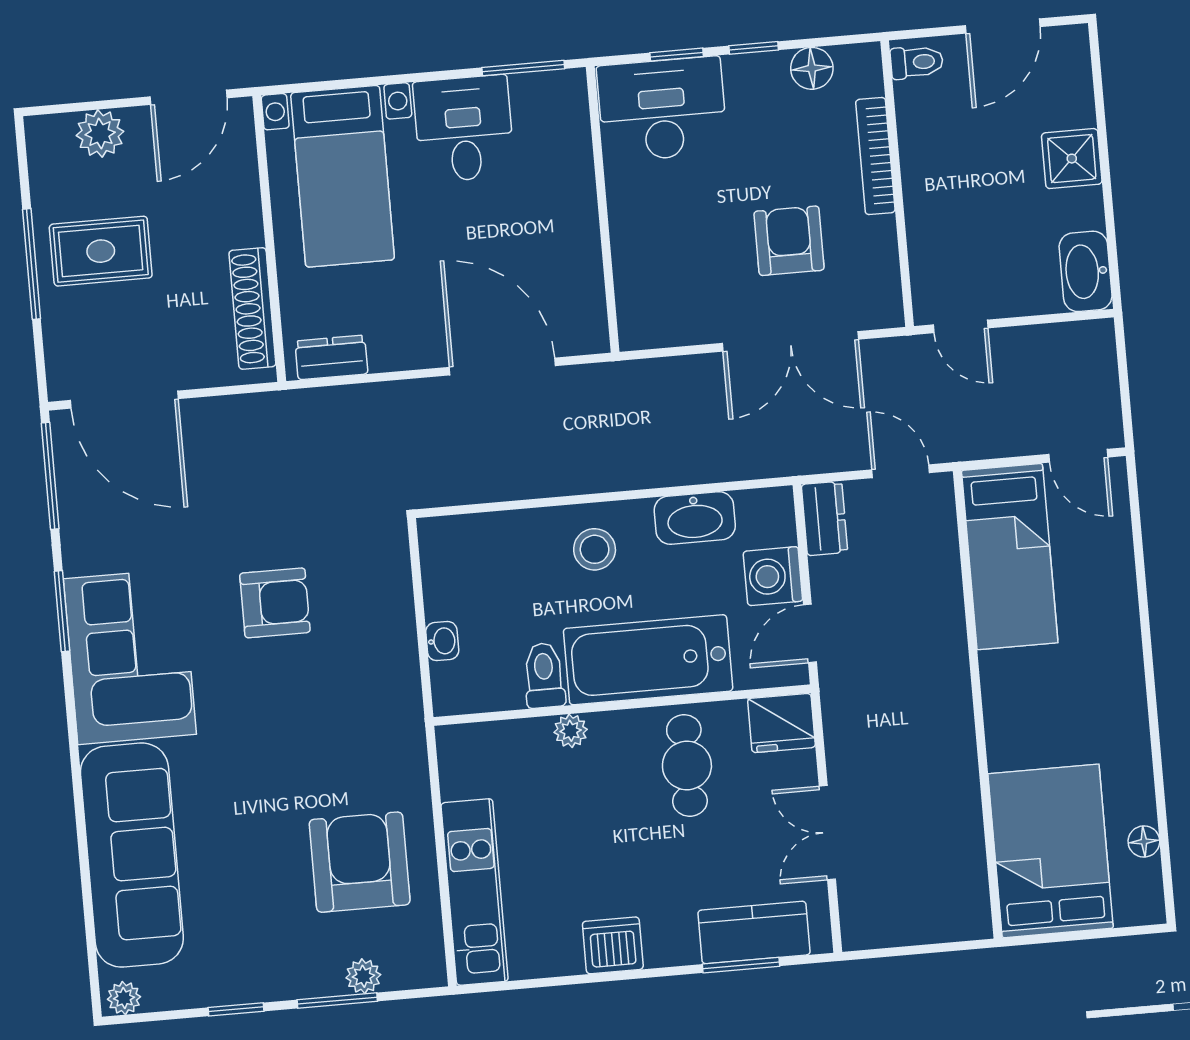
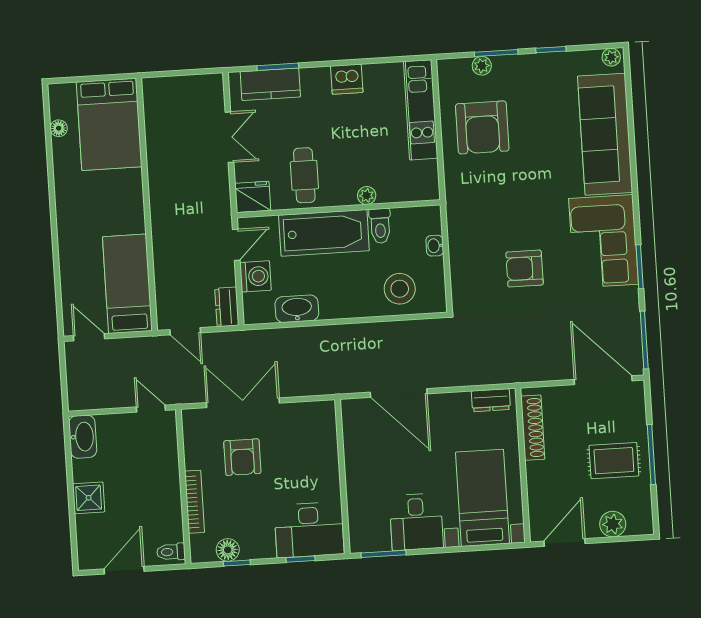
window: (754, 48) -> (237, 563), moved
stool: (595, 549) -> (400, 289), moved, width x1.38, depth x1.38

